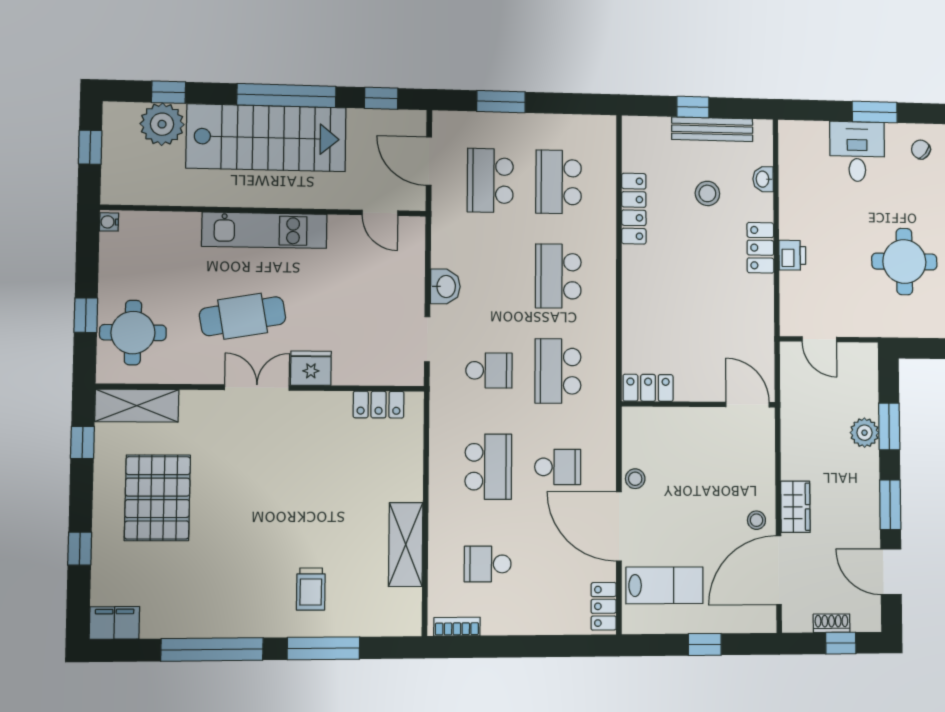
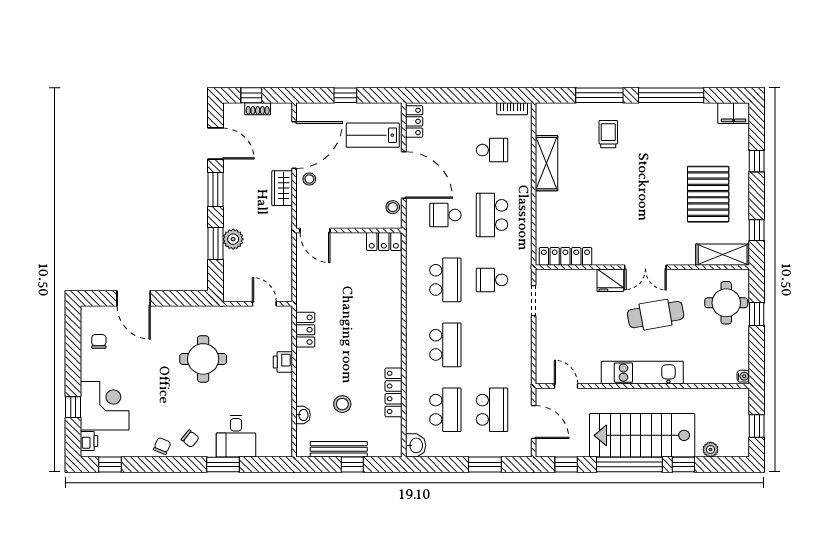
window: (169, 92) -> (683, 465), moved
plant: (162, 124) -> (710, 450), width x0.53, depth x0.53
locker: (760, 248) -> (305, 330), moved
washbasin: (445, 286) -> (416, 445), moved, turned 180
locker: (648, 388) -> (384, 242), moved
wall: (699, 404) -> (349, 231), moved
locker: (379, 405) -> (565, 256), width x1.53
door: (748, 405) -> (315, 231), moved

